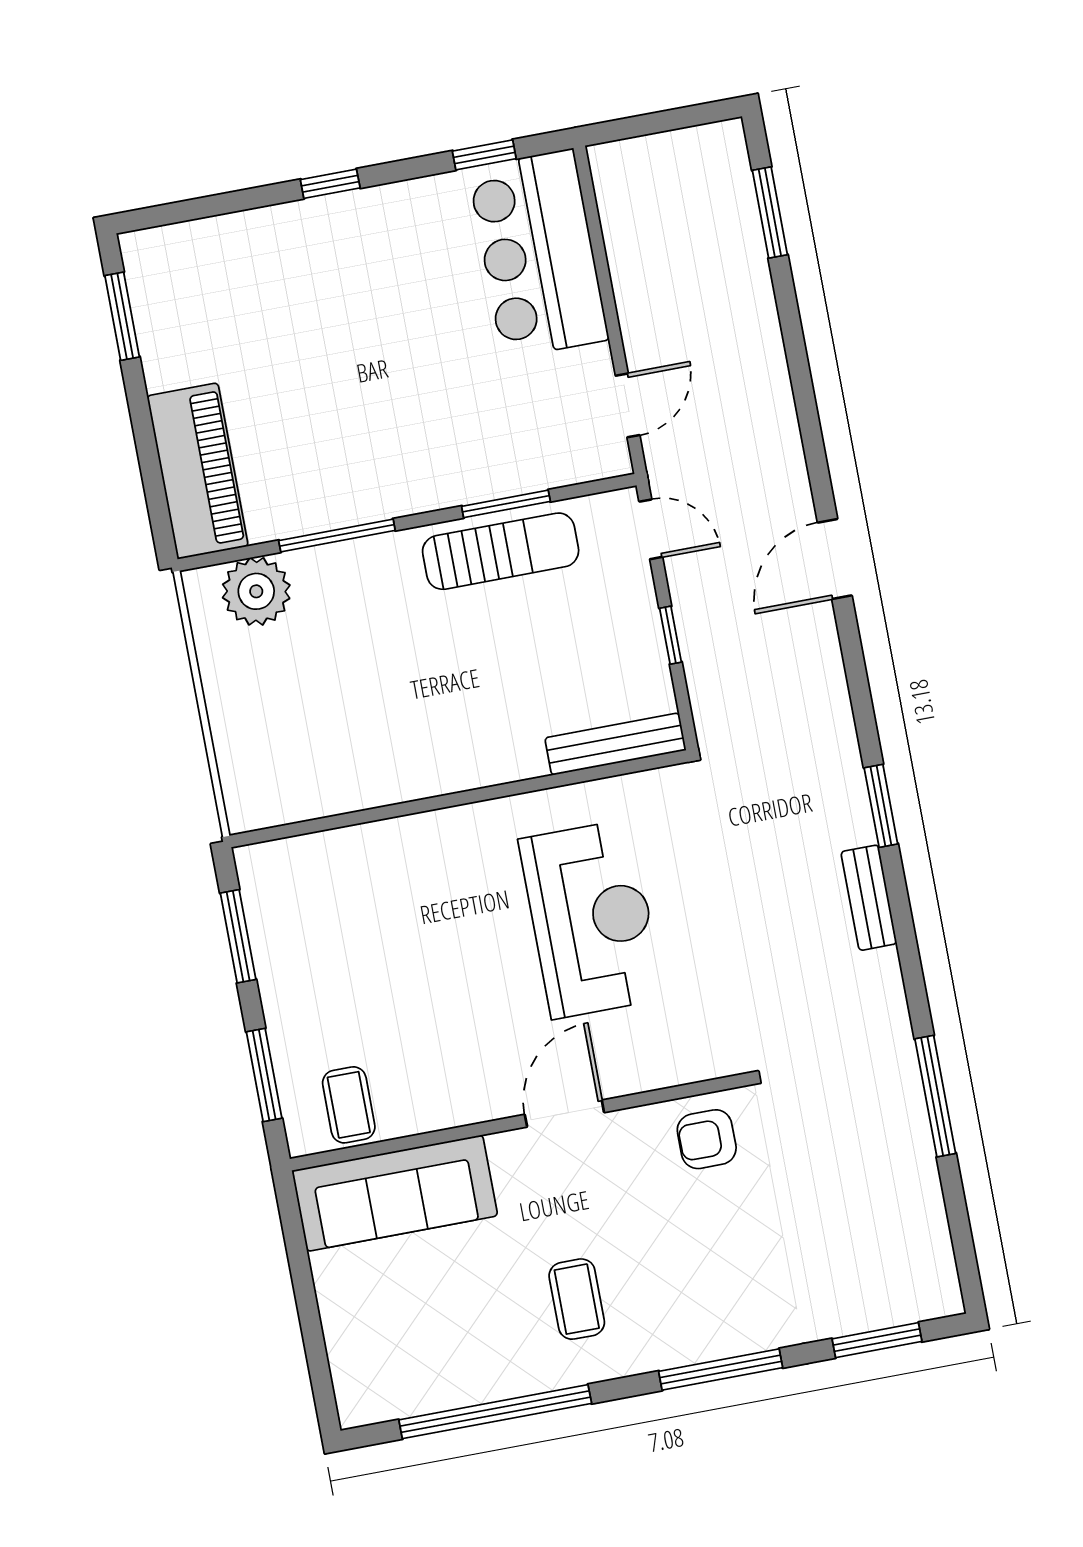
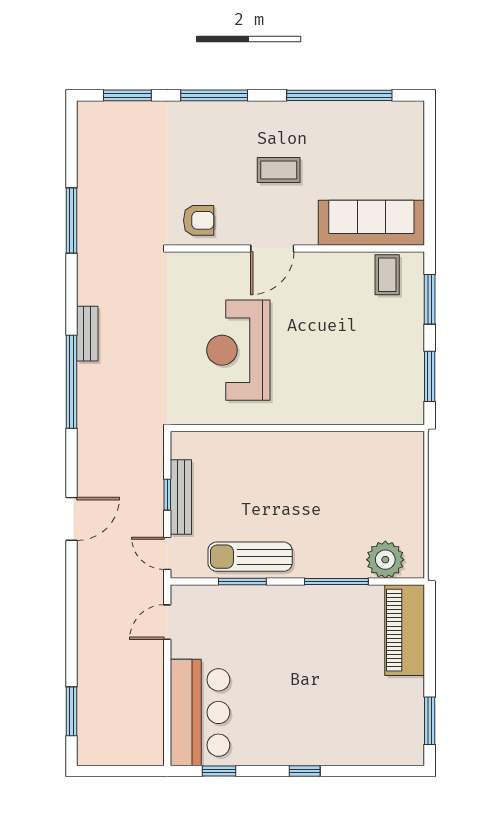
bench: (615, 744) -> (181, 497), moved, turned 90
window: (881, 806) -> (72, 382), width x2.11
coffee table: (577, 1299) -> (279, 170), moved, turned 90

